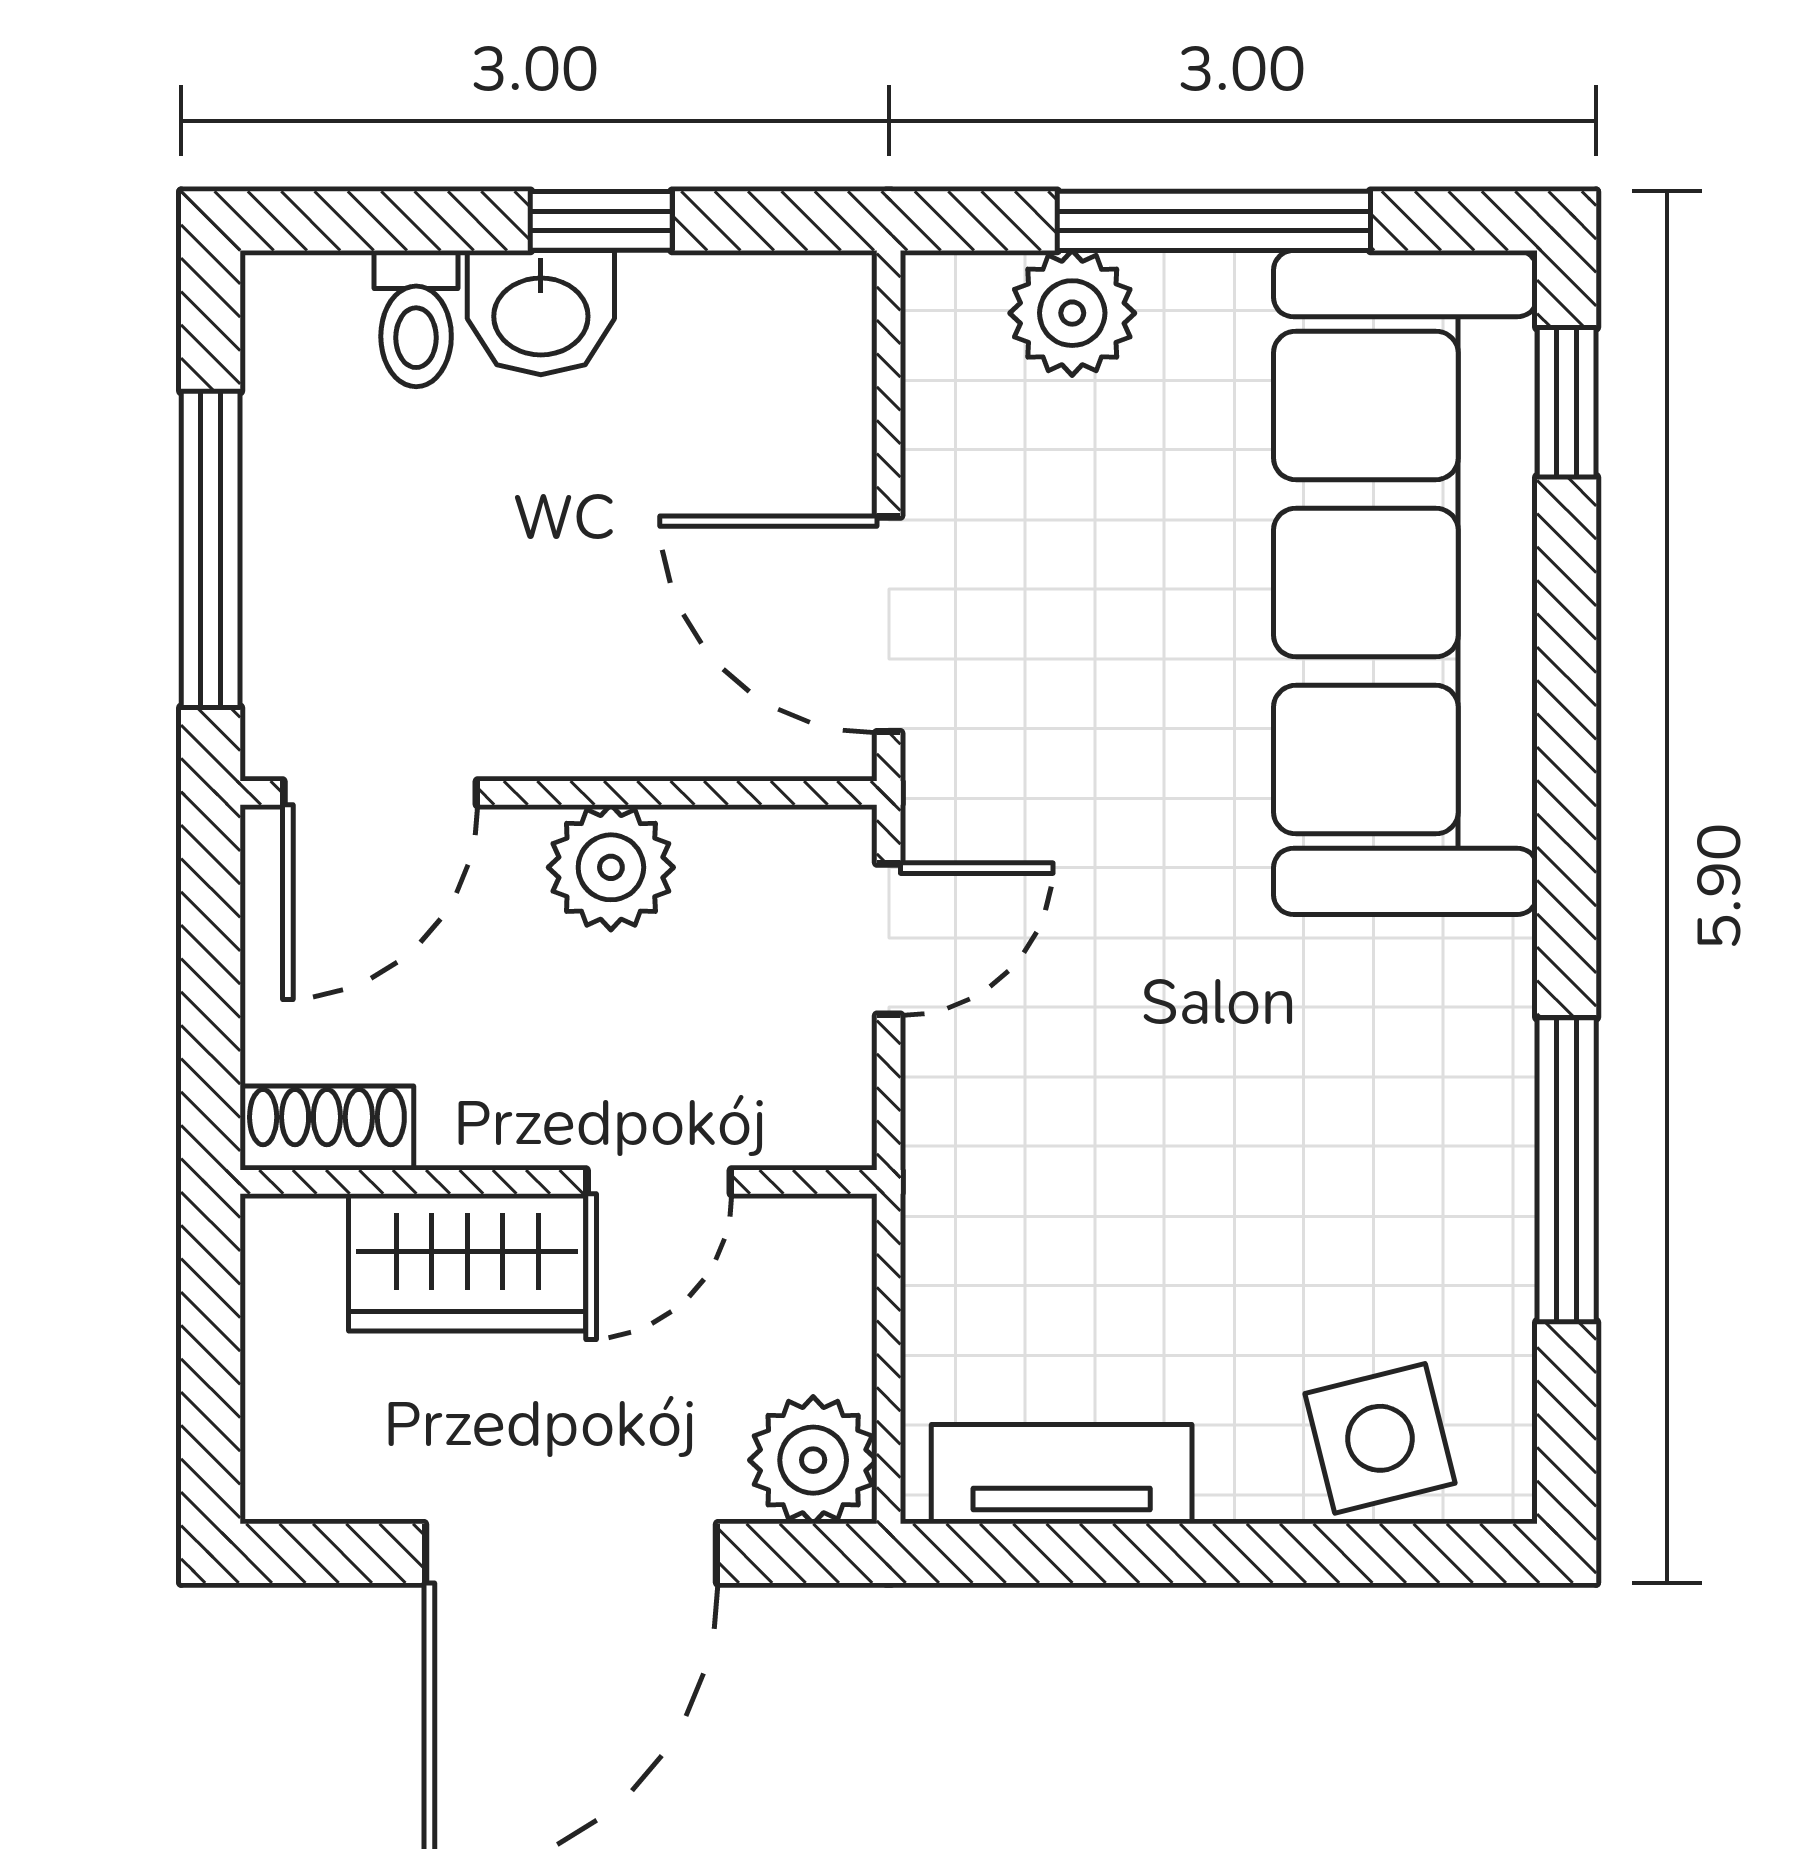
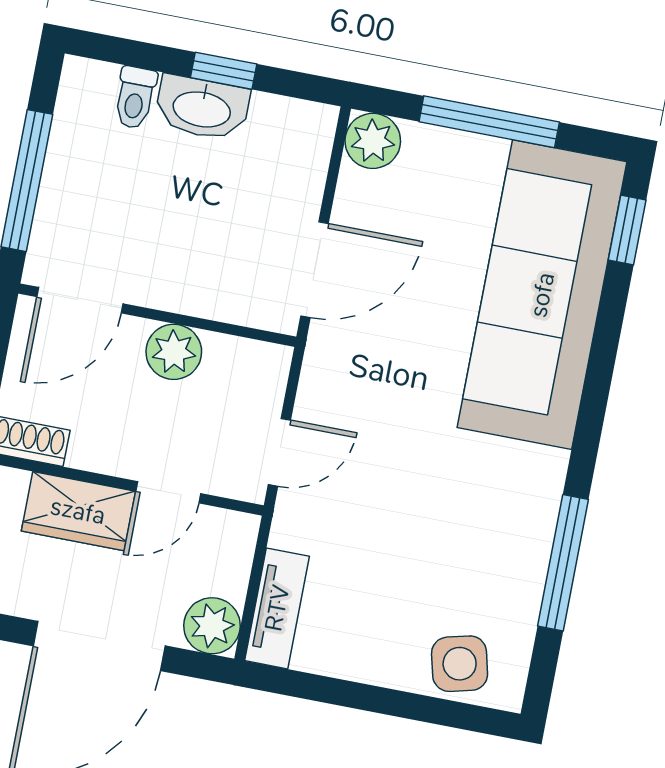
washbasin: (541, 313) -> (202, 108), width x1.38
plant: (1072, 313) -> (373, 141), moved
door: (889, 624) -> (315, 270), swing flipped
door: (889, 939) -> (279, 452), moved
tv unit: (1062, 1474) -> (277, 608), moved, turned 90

